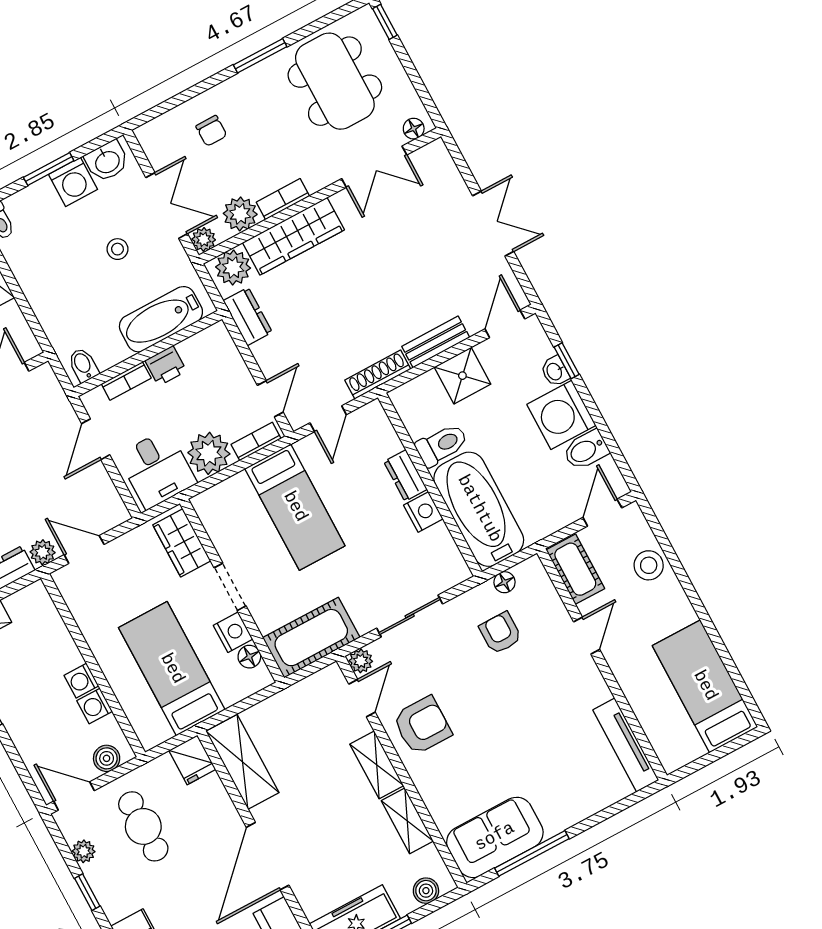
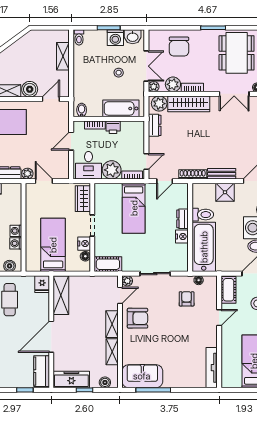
chair: (211, 131) -> (179, 47), width x1.87, depth x1.87
cot: (311, 638) -> (108, 264), width x0.73, depth x0.75

